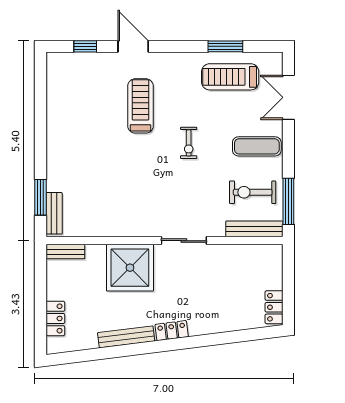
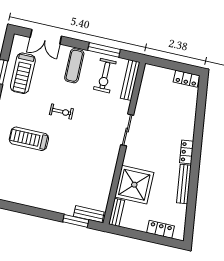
window: (288, 201) -> (104, 50), moved
shower: (130, 268) -> (134, 185), moved

